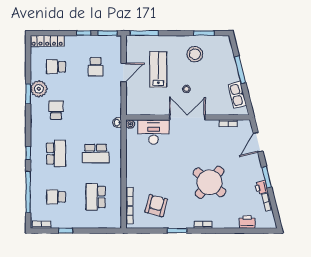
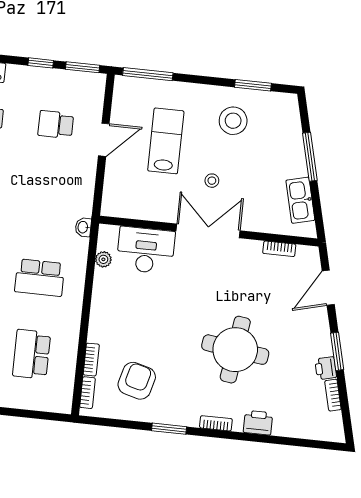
school desk: (96, 67) -> (56, 125), turned 90
plant: (130, 124) -> (103, 259), moved
round table: (210, 182) -> (235, 350), turned -32
printer: (247, 222) -> (258, 423), moved

